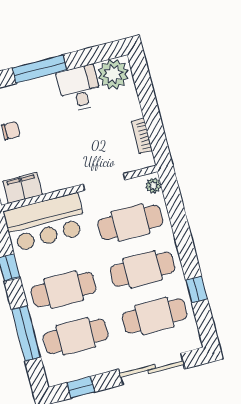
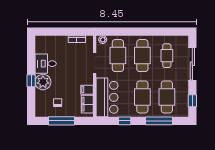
window: (39, 69) -> (31, 81), width x0.46
plant: (113, 74) -> (43, 82), moved
filing cabinet: (50, 181) -> (87, 90), added
window: (197, 290) -> (159, 32), removed
cafe table: (155, 316) -> (167, 56), width x0.73, depth x0.74

